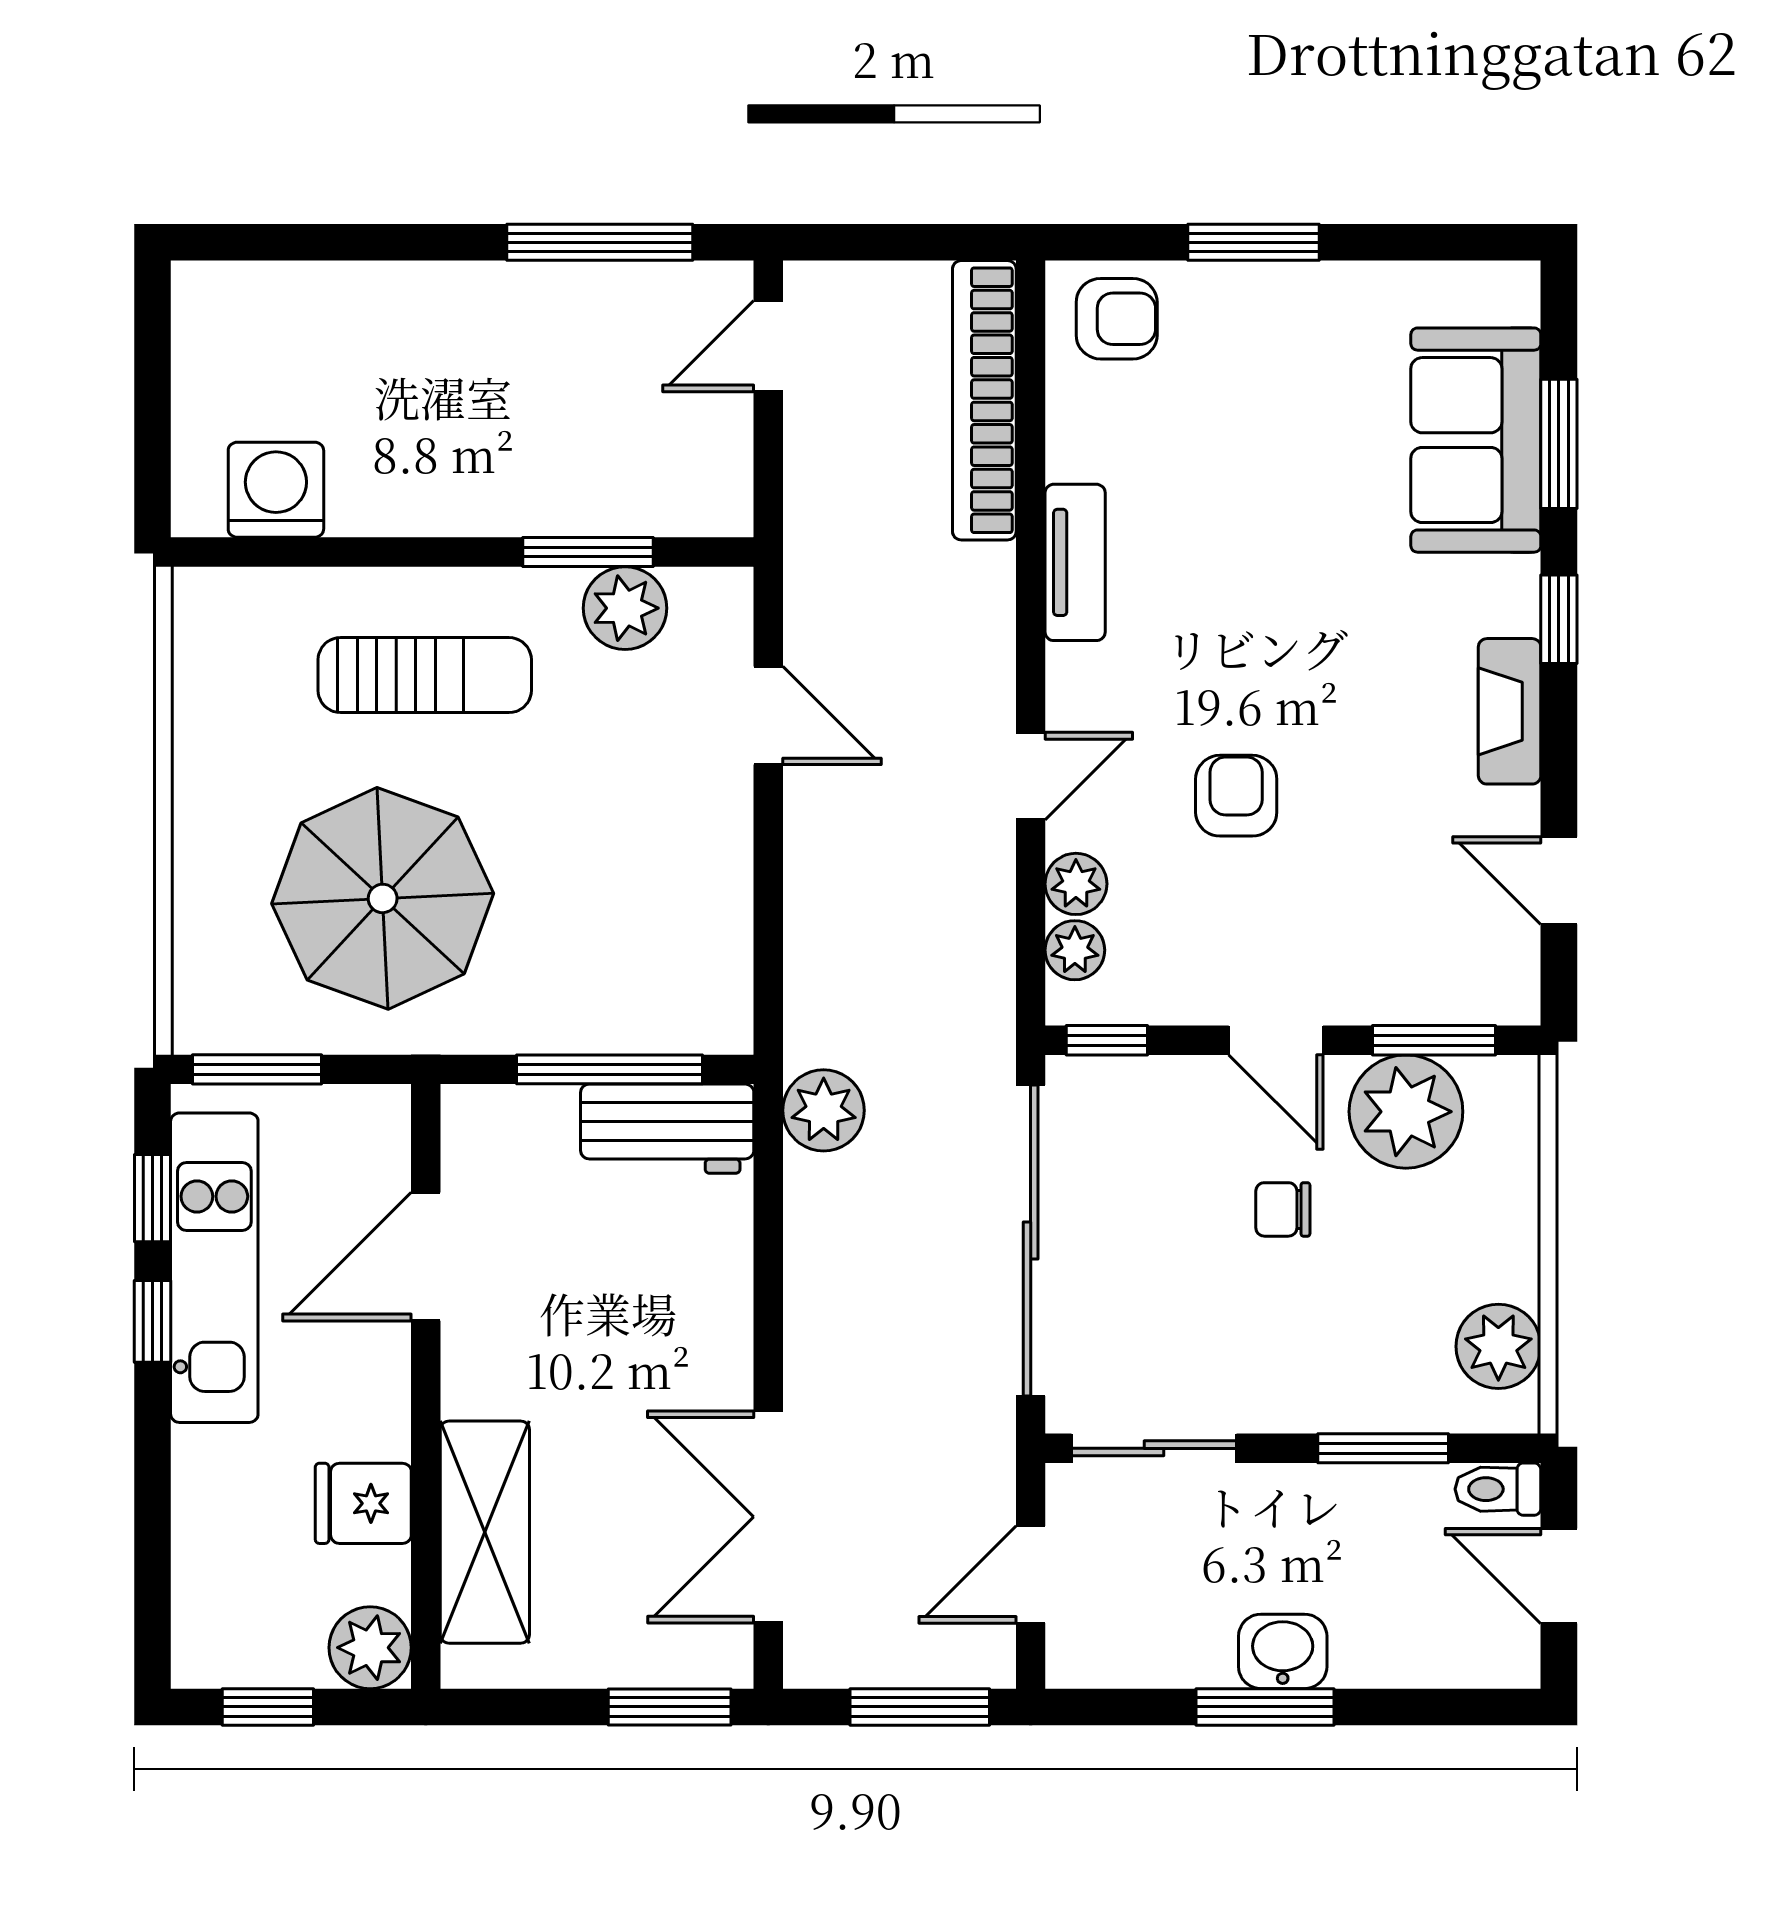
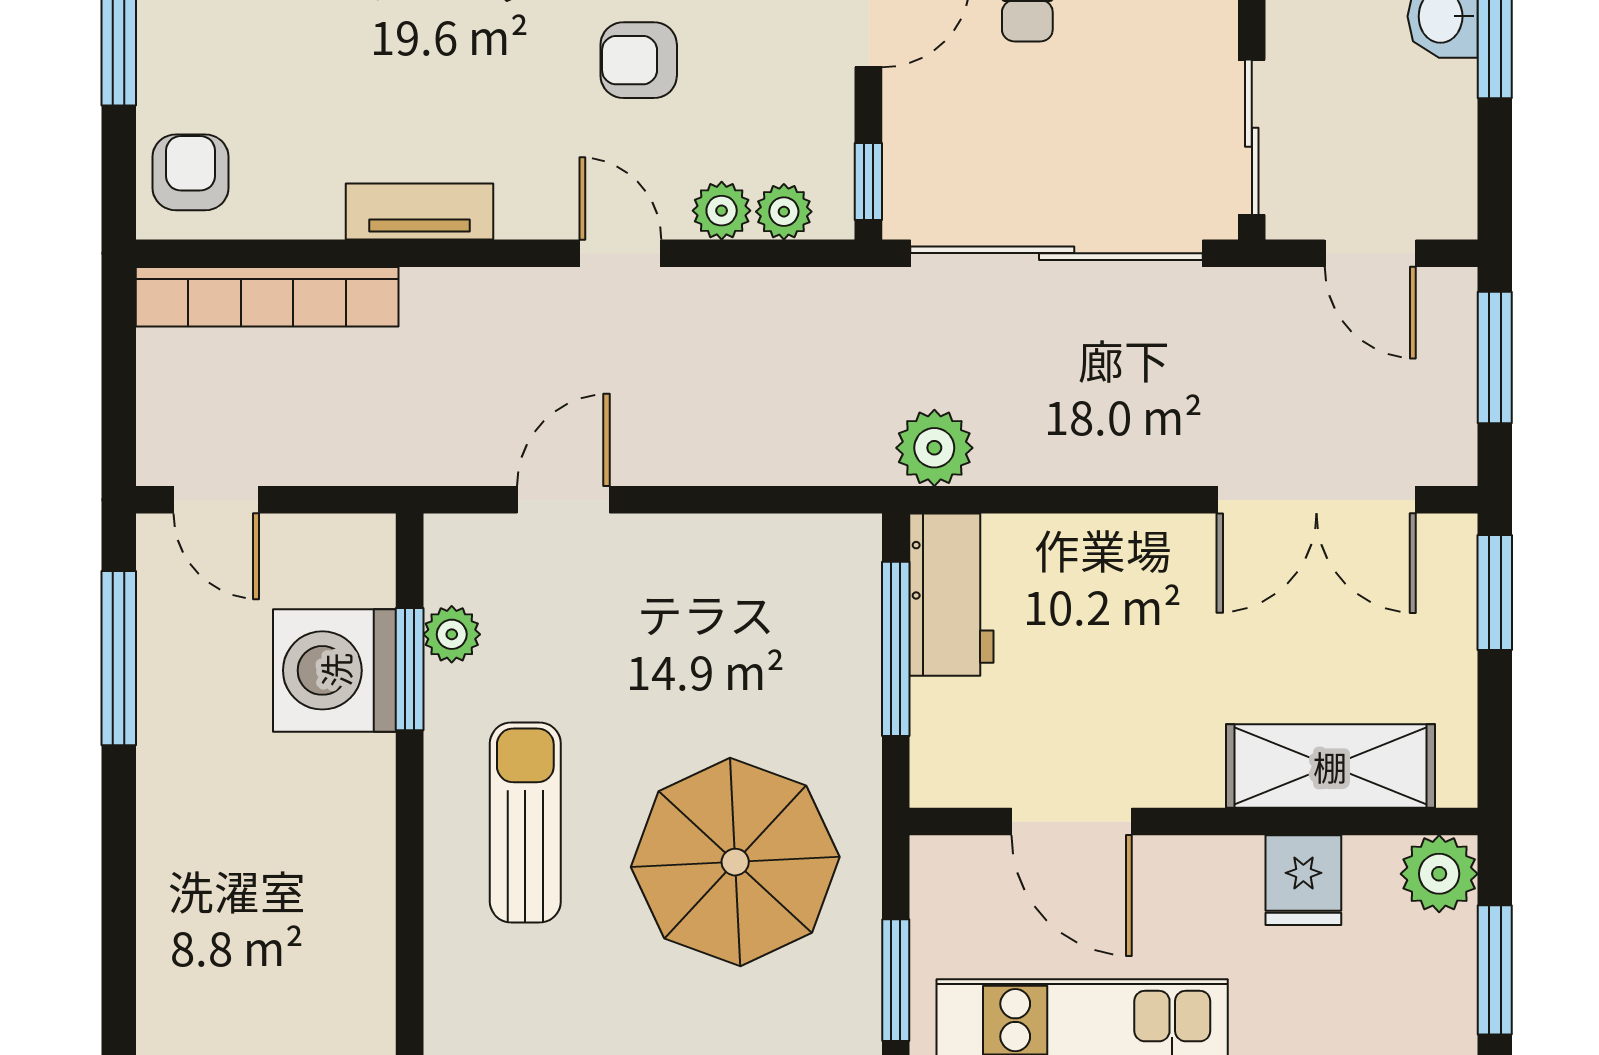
washing machine: (276, 490) -> (335, 670), moved, width x1.37, depth x1.37
plant: (625, 608) -> (452, 634), width x0.73, depth x0.73
window: (268, 1707) -> (1495, 970), width x1.50

